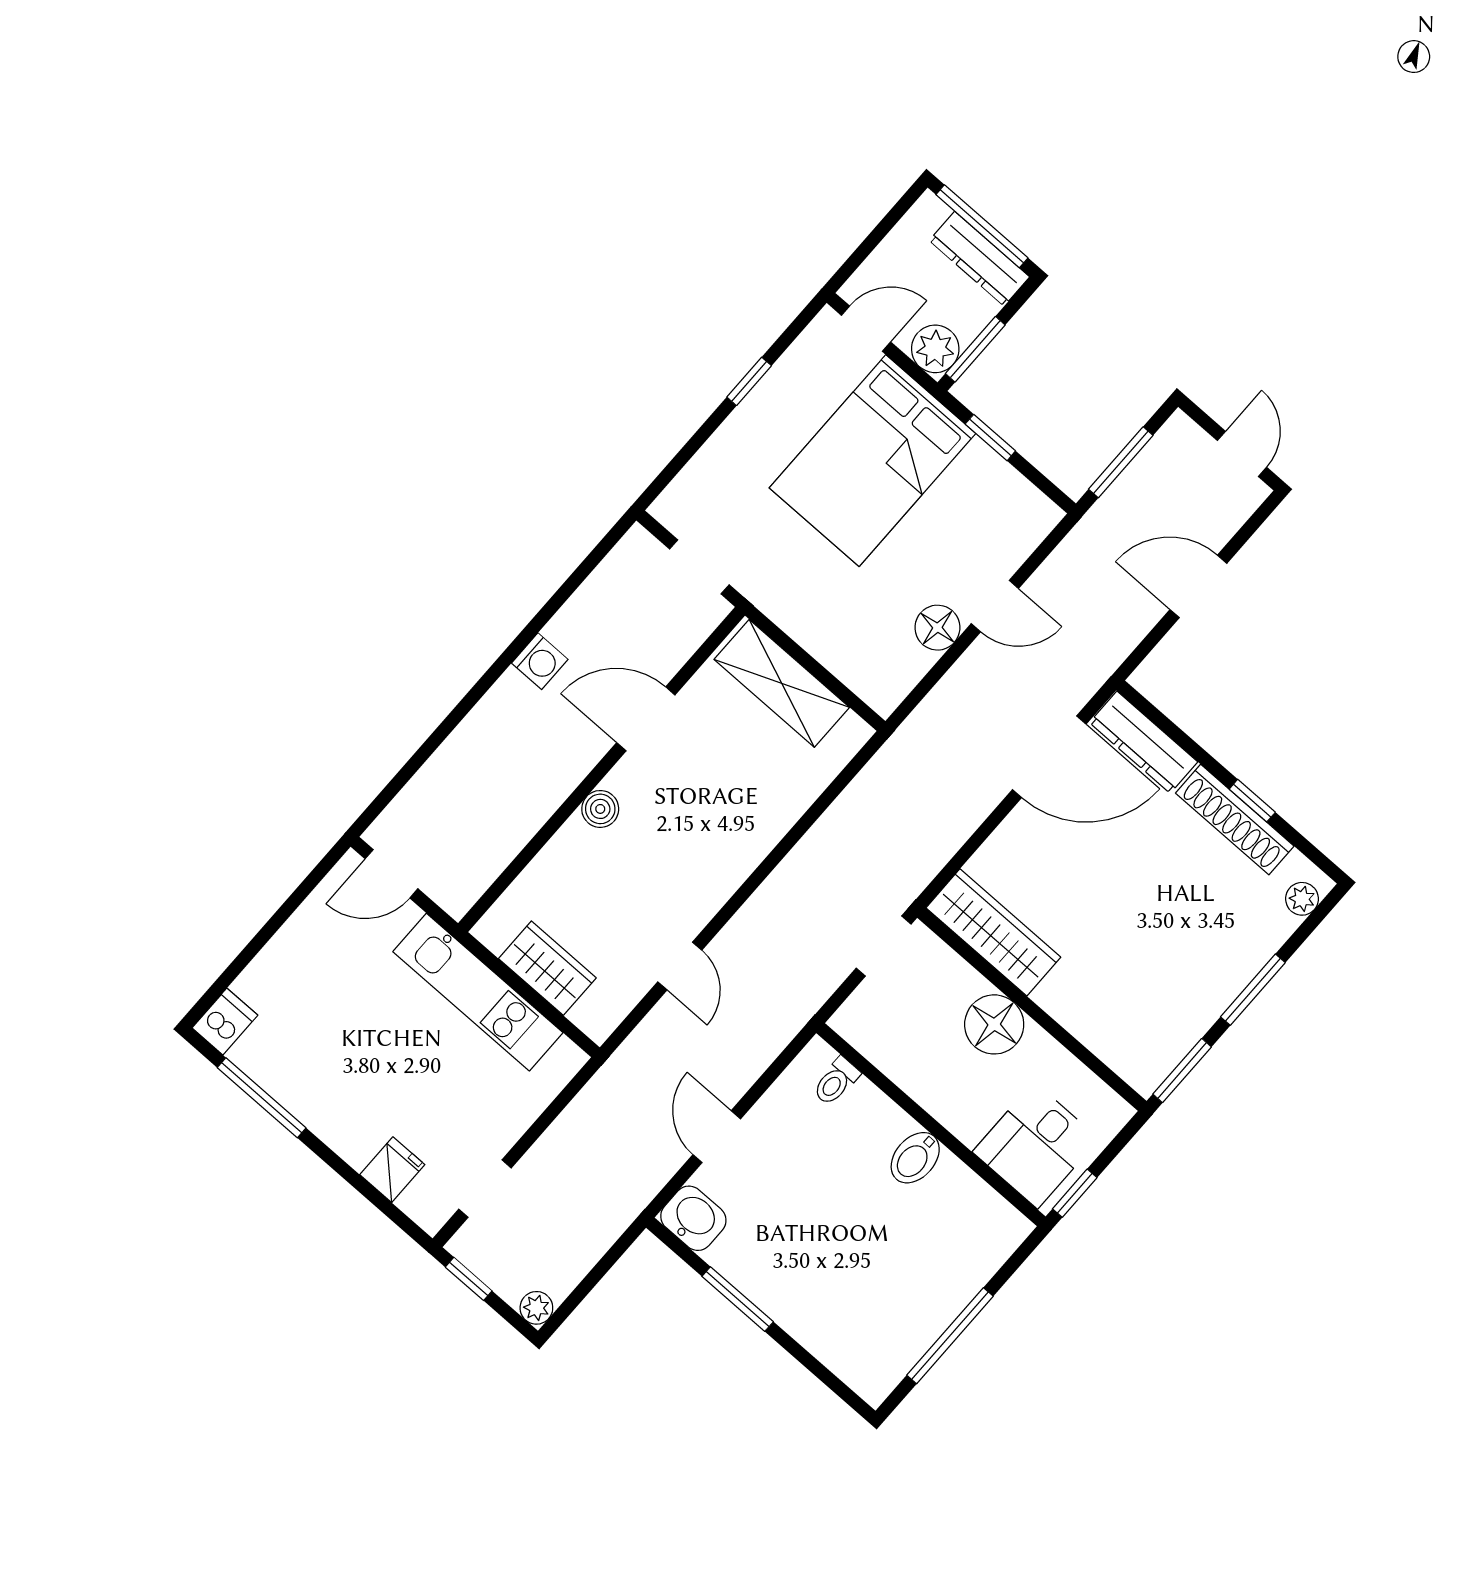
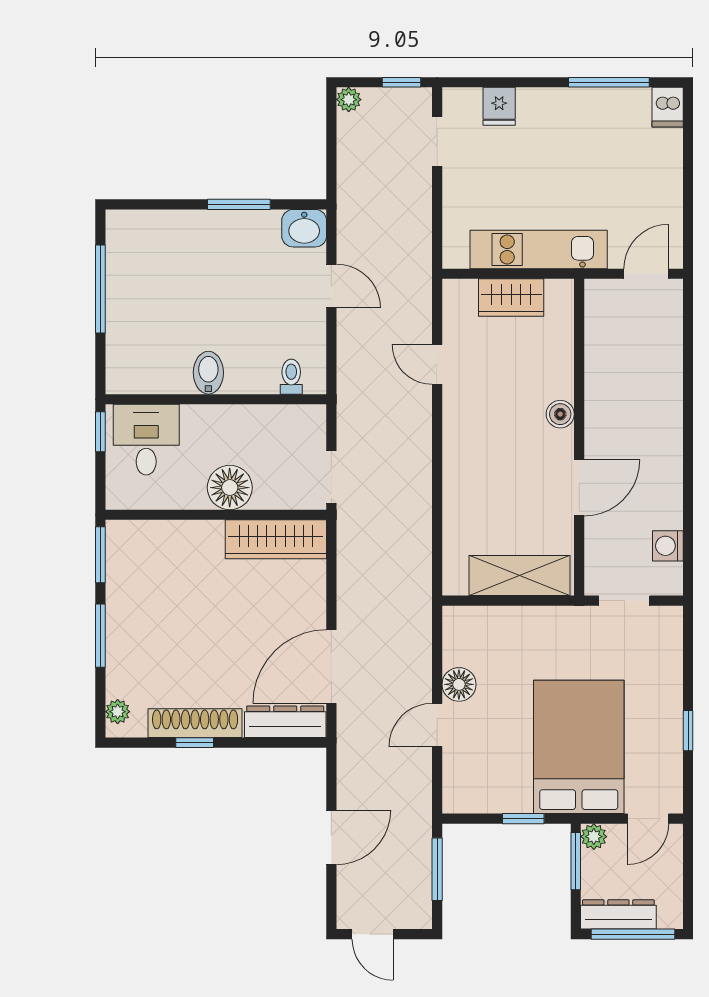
plant: (935, 349) -> (594, 837), width x0.73, depth x0.73
washing machine: (540, 661) -> (668, 546), moved

